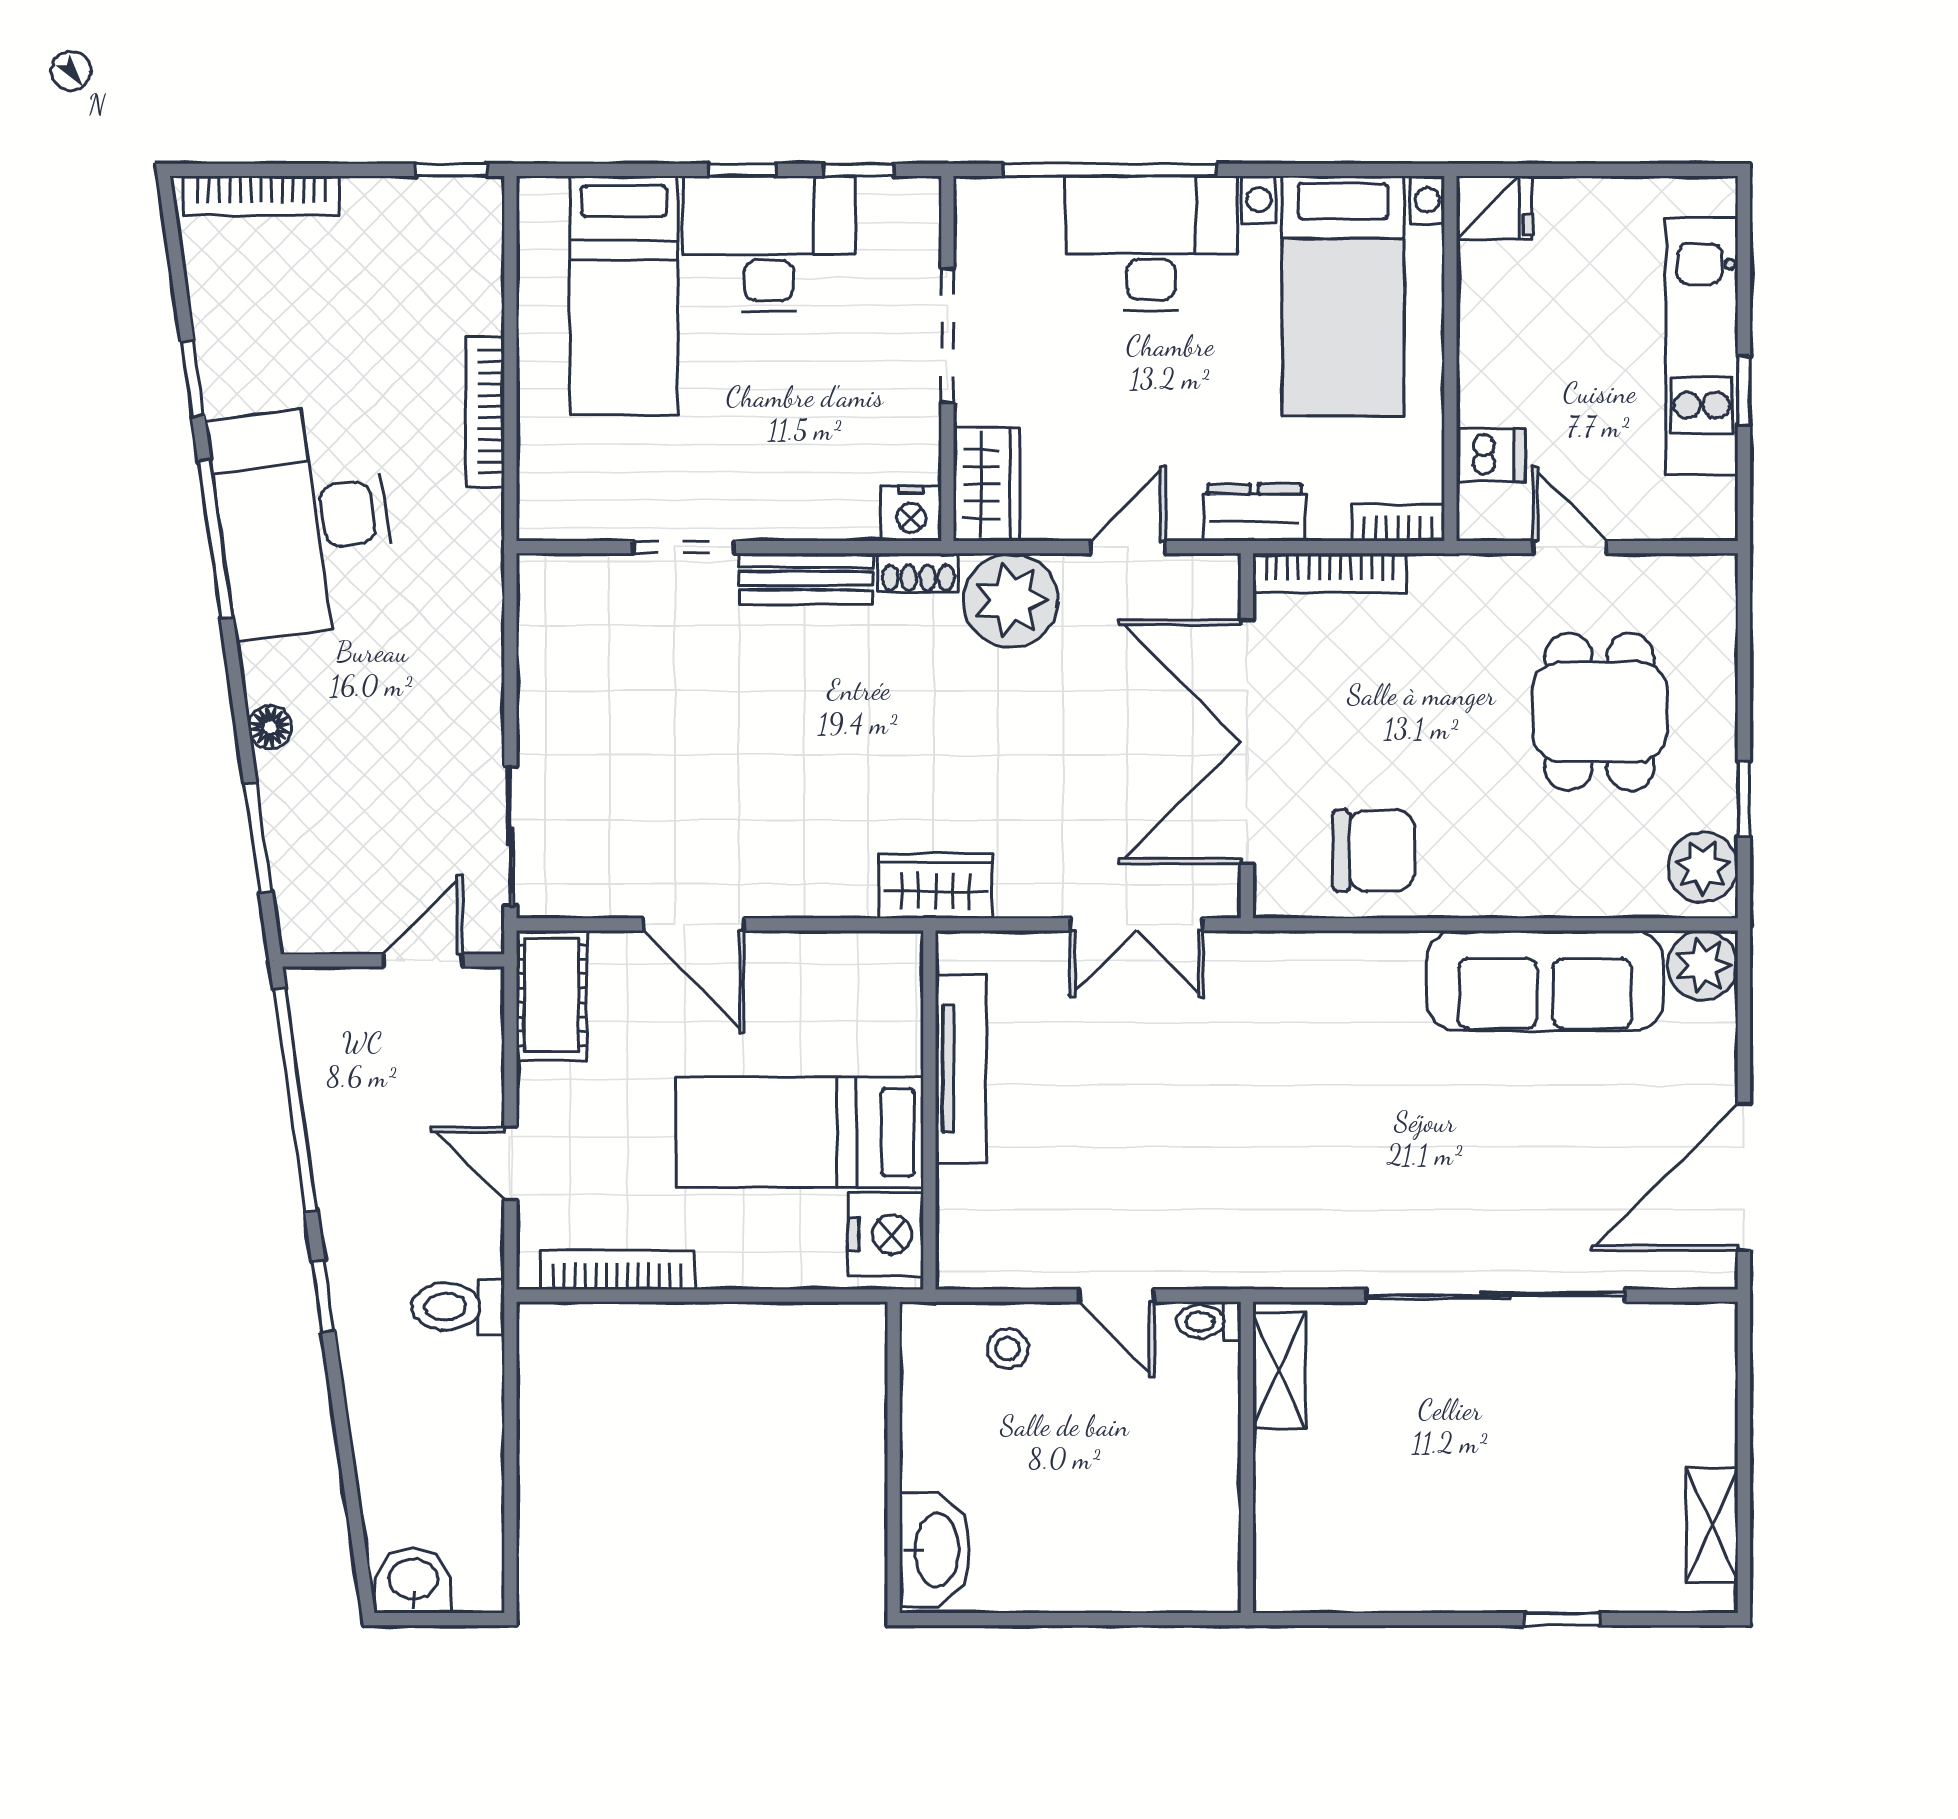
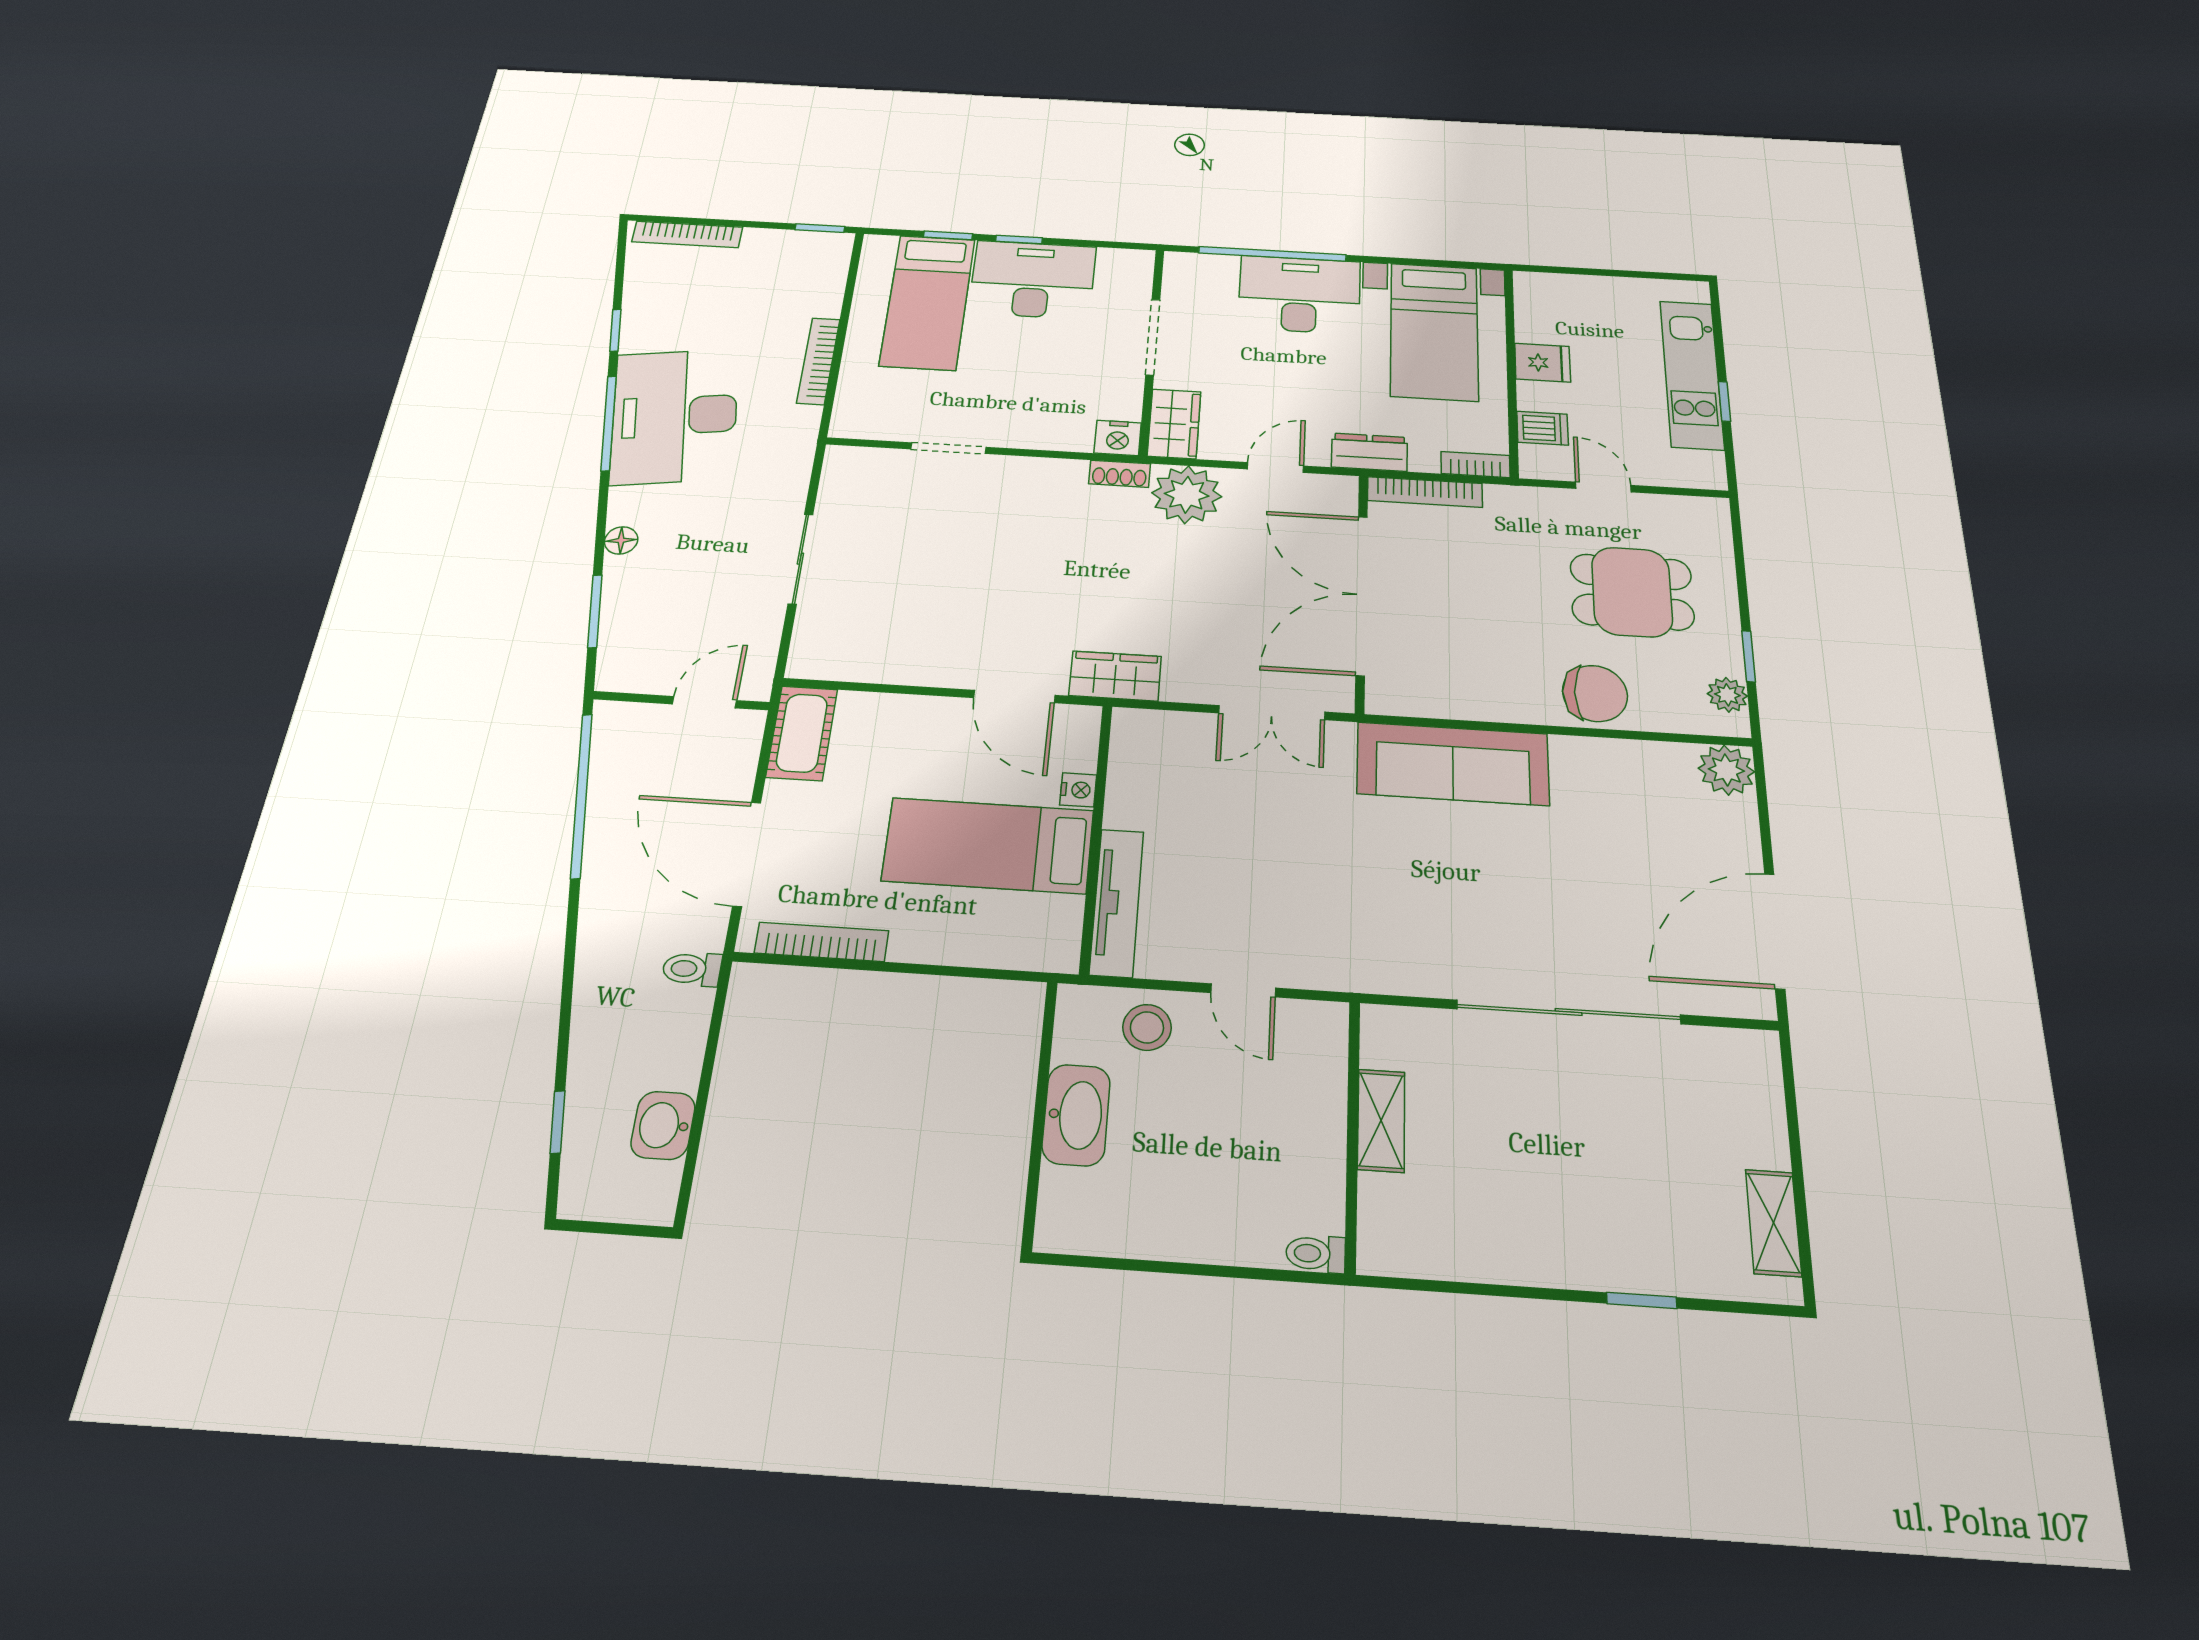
window: (859, 170) -> (948, 235), moved
fridge: (1494, 208) -> (1543, 363), moved
bench: (806, 579) -> (1036, 472), removed
dining table: (1599, 712) -> (1632, 592), turned 90
sliding door: (510, 836) -> (800, 559), moved
chair: (1374, 851) -> (1595, 693), moved
plant: (1703, 867) -> (1727, 695), width x0.73, depth x0.73
door: (693, 924) -> (1014, 696), moved
sofa: (1545, 981) -> (1453, 764), moved
tv unit: (961, 1069) -> (1117, 902), moved
door: (510, 1164) -> (747, 854), width x1.87
nightstand: (886, 1234) -> (1078, 790), moved, width x0.53, depth x0.56
window: (323, 1296) -> (557, 1122), moved
toilet: (458, 1307) -> (692, 969), width x0.73, depth x0.72
toilet: (1209, 1321) -> (1316, 1254), moved
stool: (1008, 1349) -> (1147, 1027), width x1.37, depth x1.37
shelving: (1279, 1370) -> (1381, 1120), moved
washbasin: (935, 1550) -> (1076, 1115), moved
washbasin: (413, 1581) -> (663, 1125), moved, turned -90

